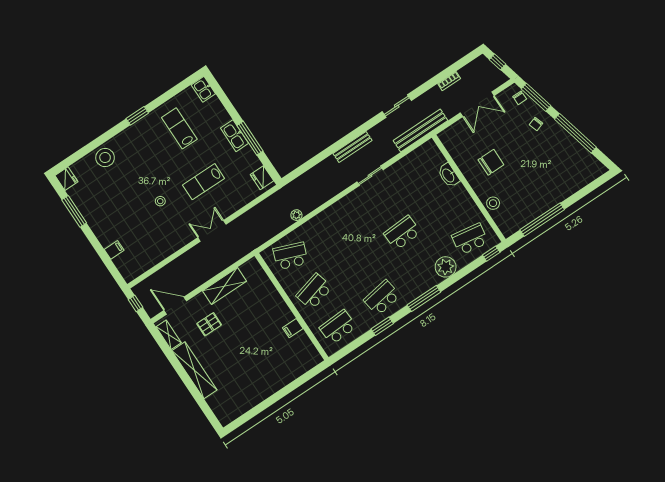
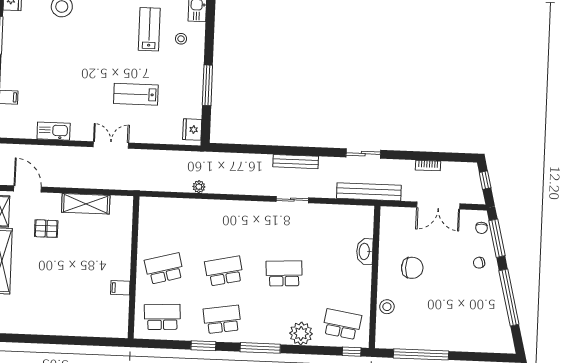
kitchen sink: (235, 136) -> (54, 131), moved, turned 90
stool: (160, 201) -> (181, 39), moved
school desk: (290, 256) -> (224, 271), moved, turned -33

